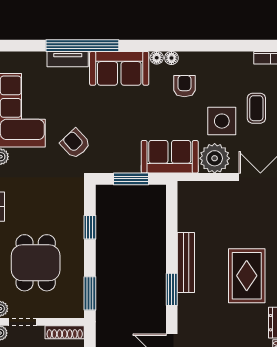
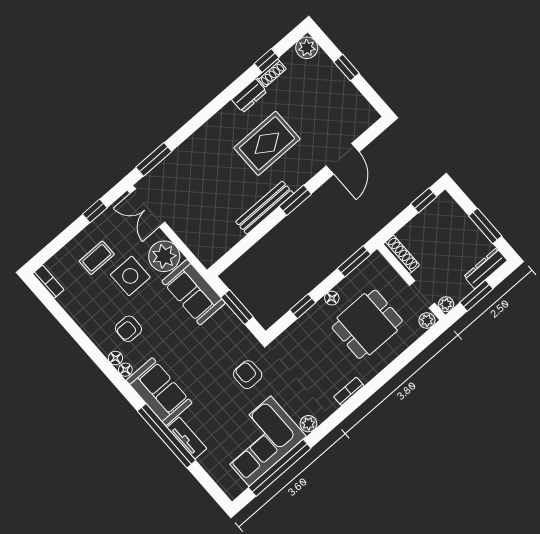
armchair: (75, 144) -> (248, 375), turned 133
floor lamp: (77, 254) -> (332, 298), added
rug: (247, 276) -> (267, 143), moved

